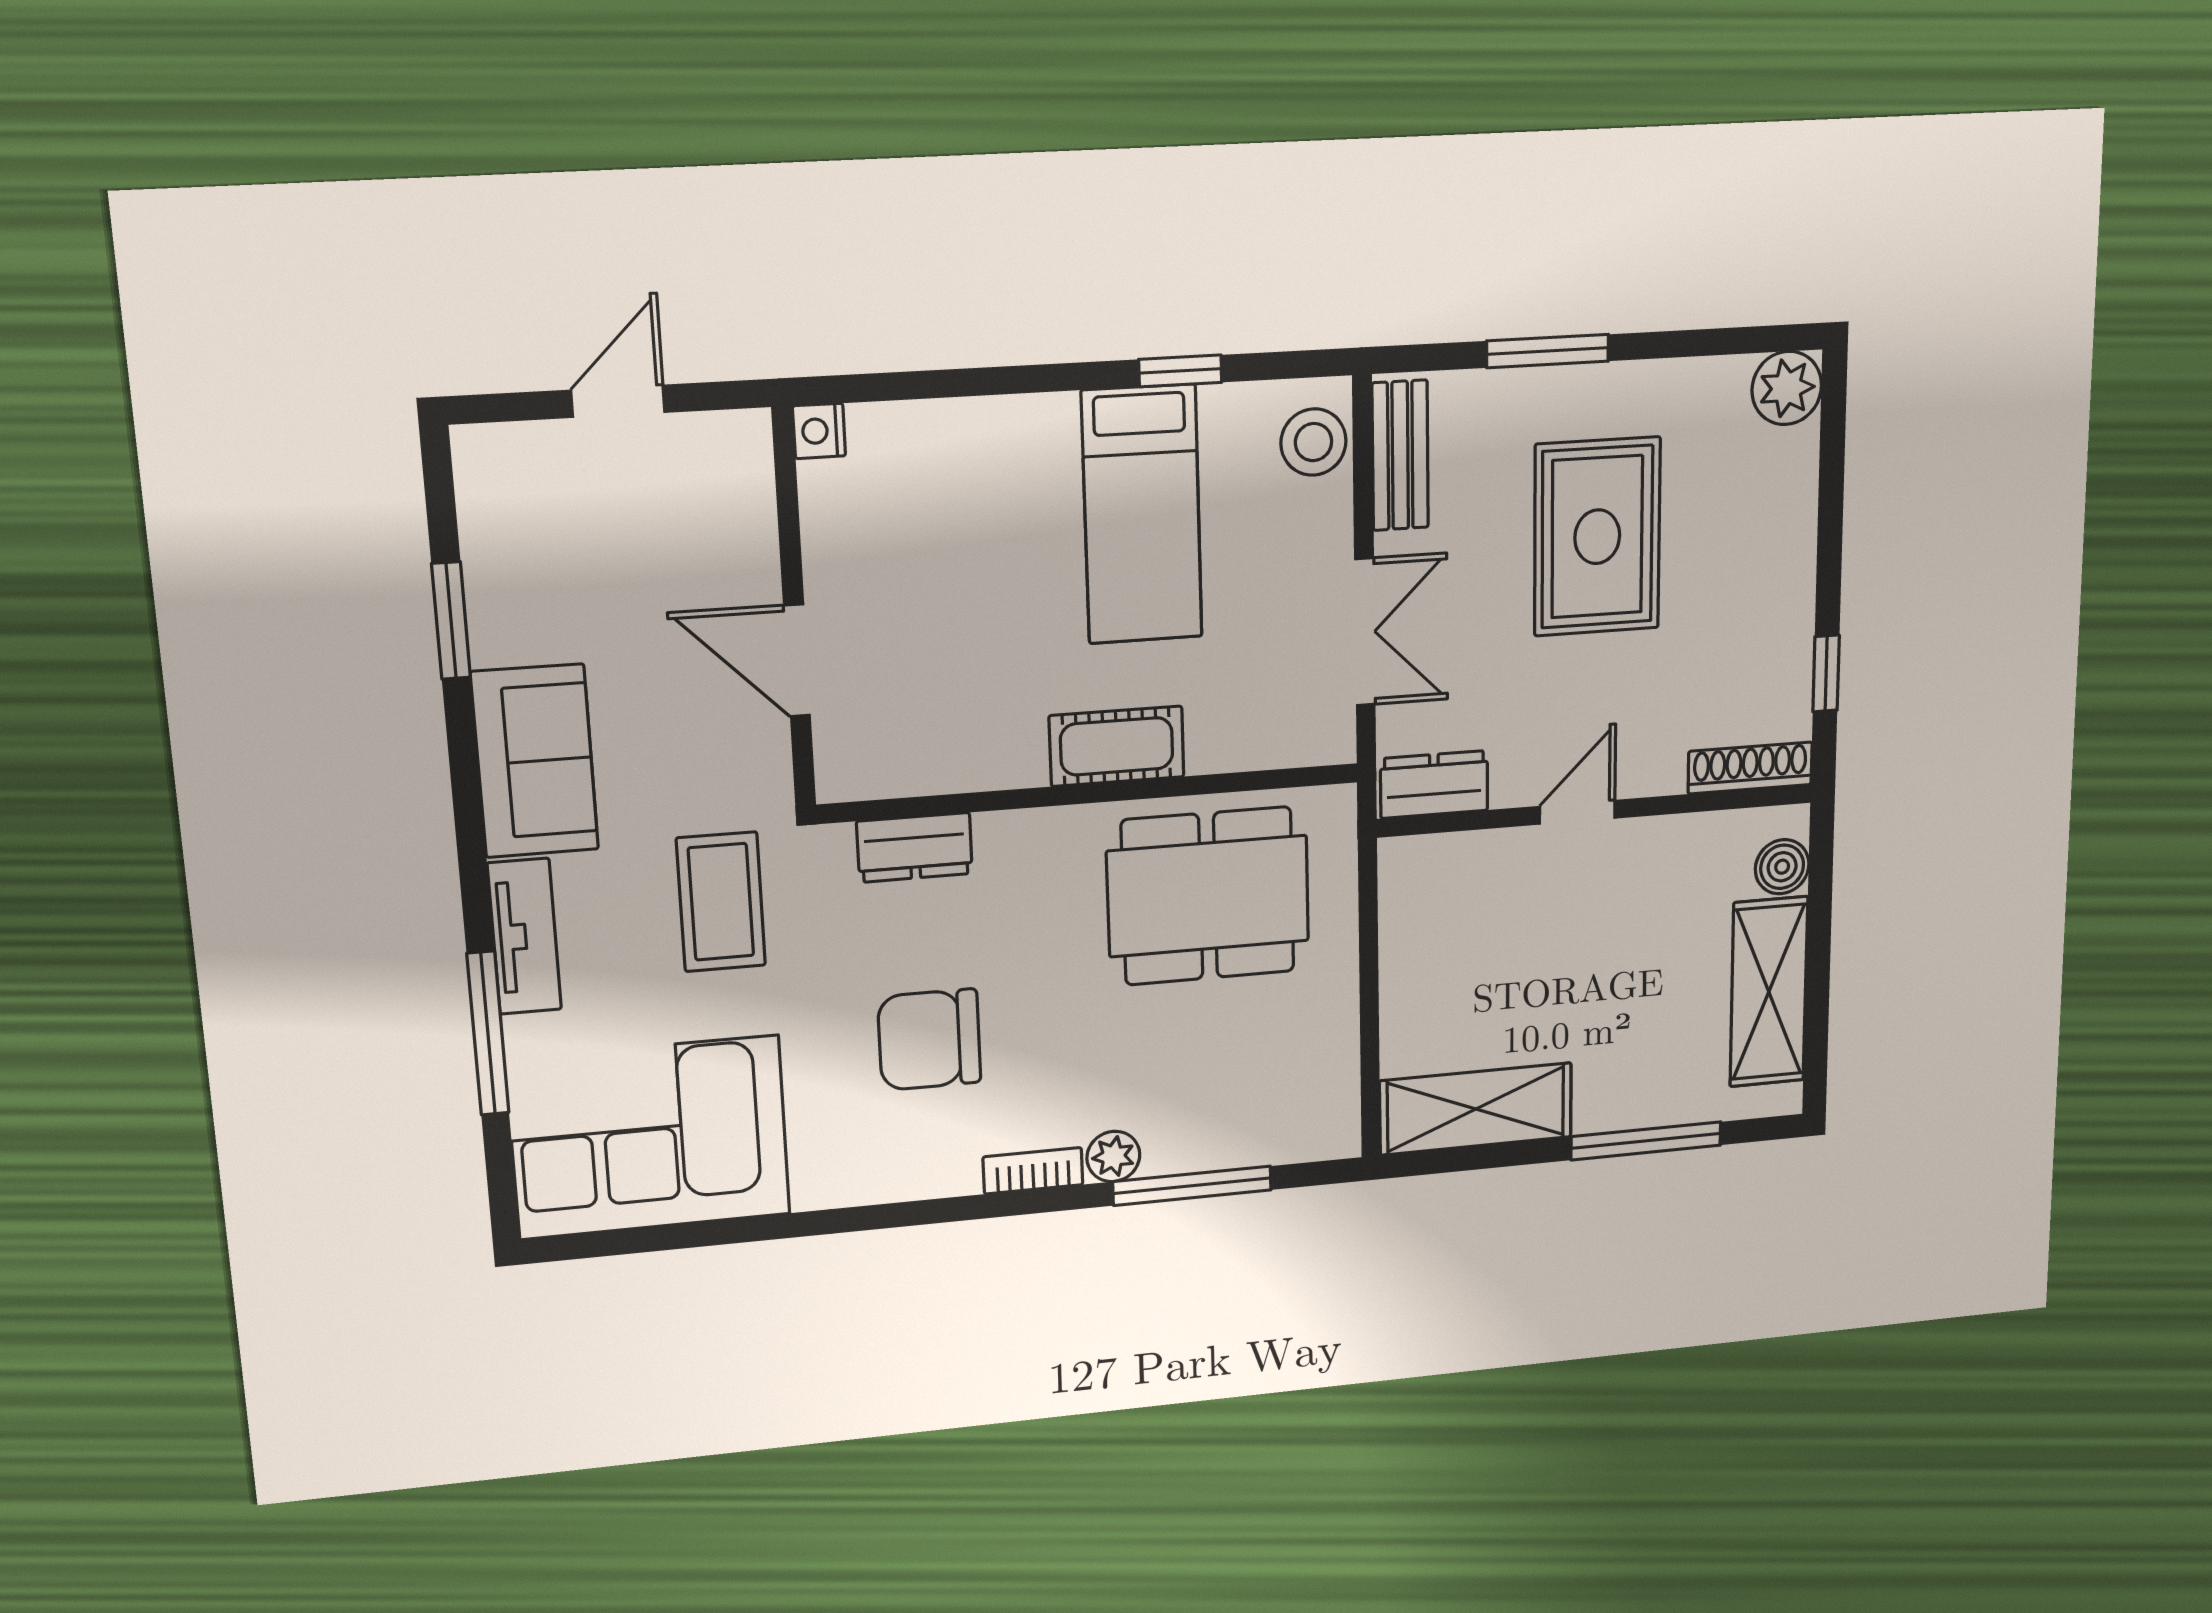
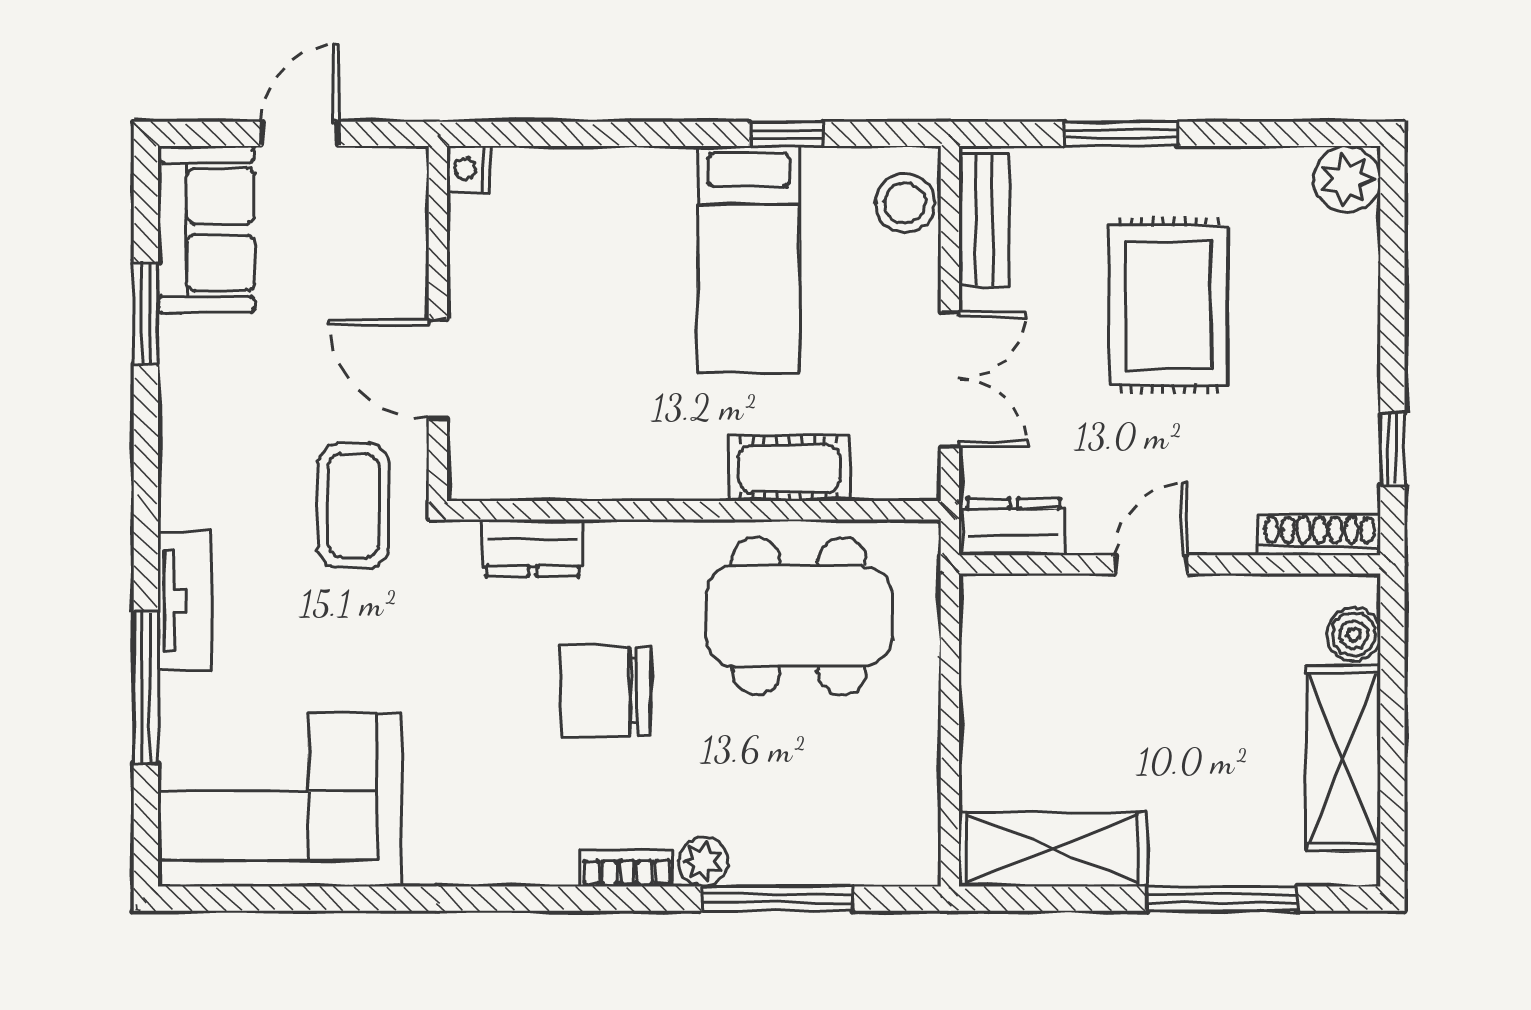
cot: (1117, 746) -> (789, 468), moved
sofa: (535, 761) -> (206, 229), moved
coffee table: (721, 902) -> (353, 506), moved
chair: (929, 1040) -> (606, 691), moved

